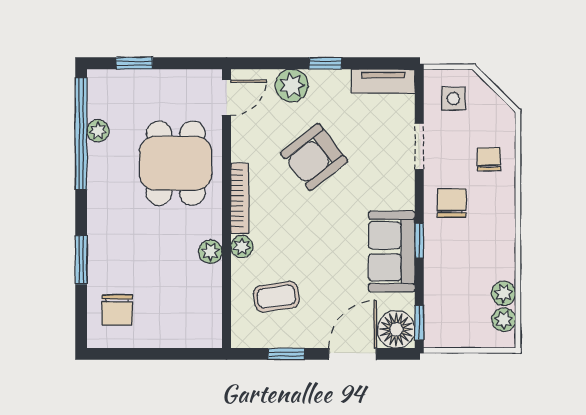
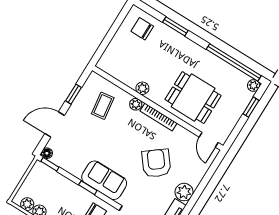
window: (325, 63) -> (196, 195), removed
plant: (292, 85) -> (184, 192), moved
plant: (98, 131) -> (254, 85), moved
sofa: (392, 251) -> (104, 180), moved
floor lamp: (396, 329) -> (47, 153), width x0.53, depth x0.53
door: (353, 354) -> (55, 125), swing flipped

